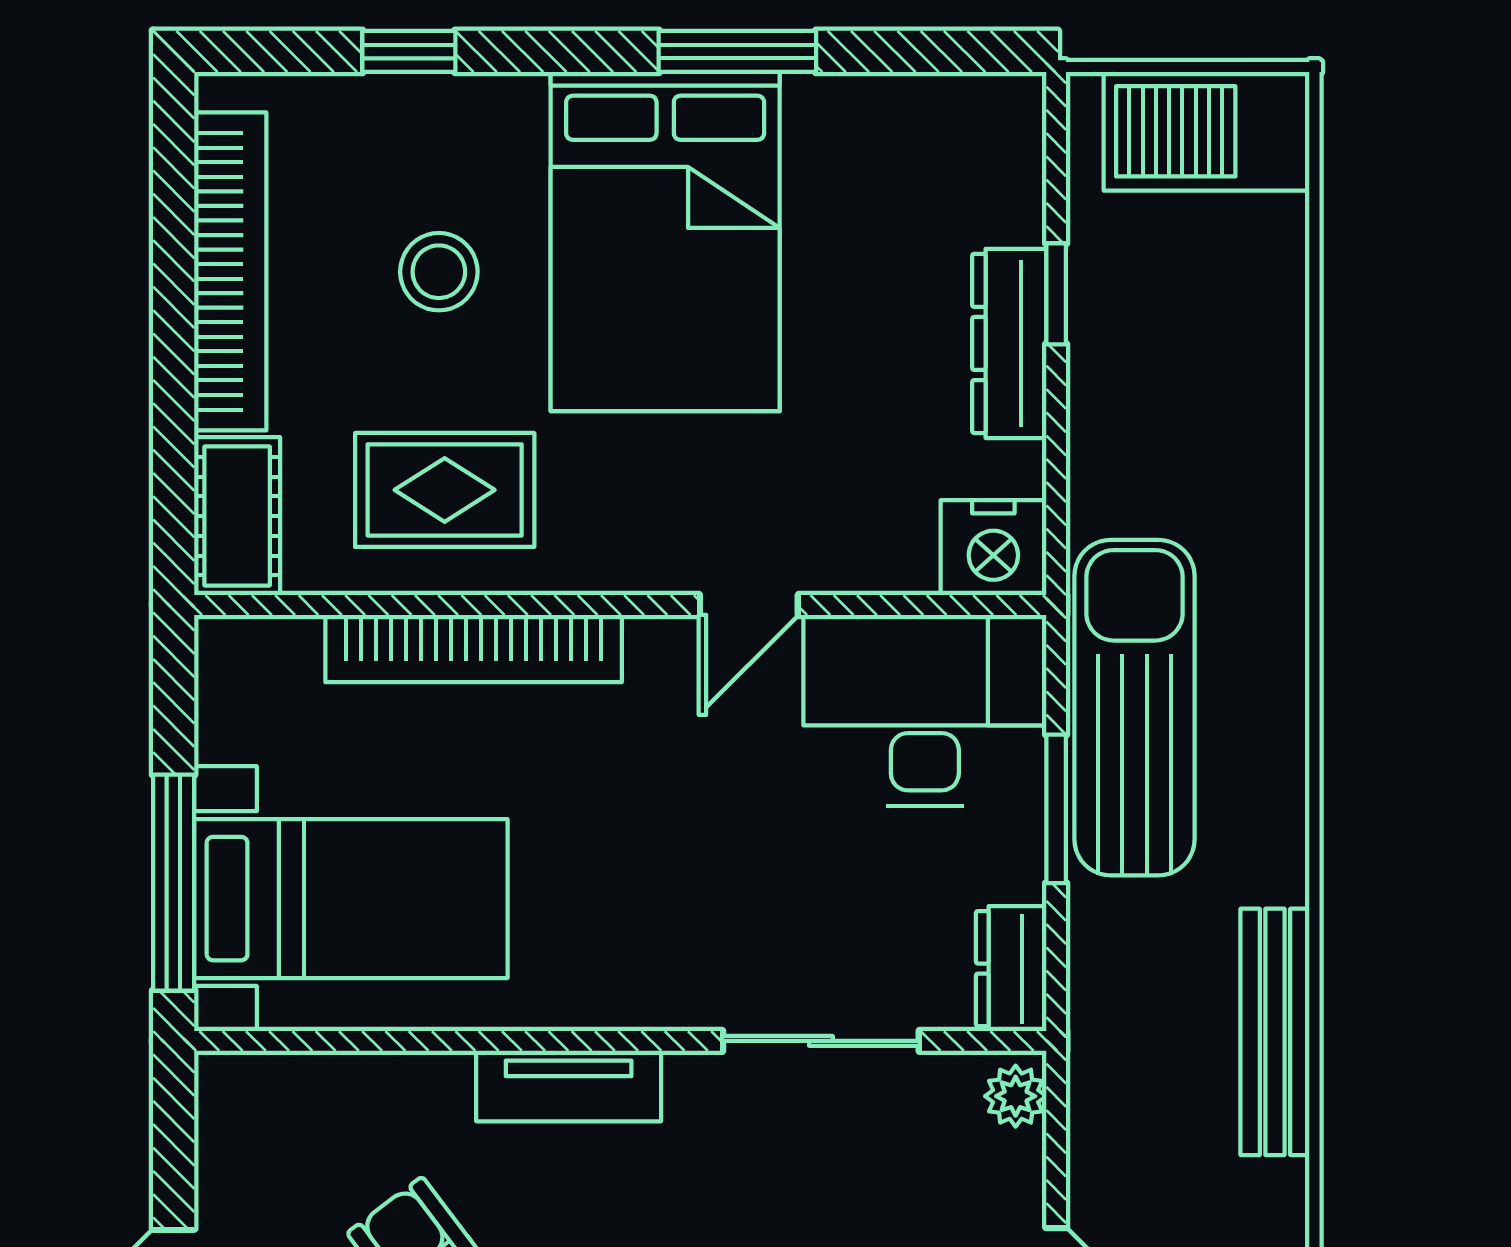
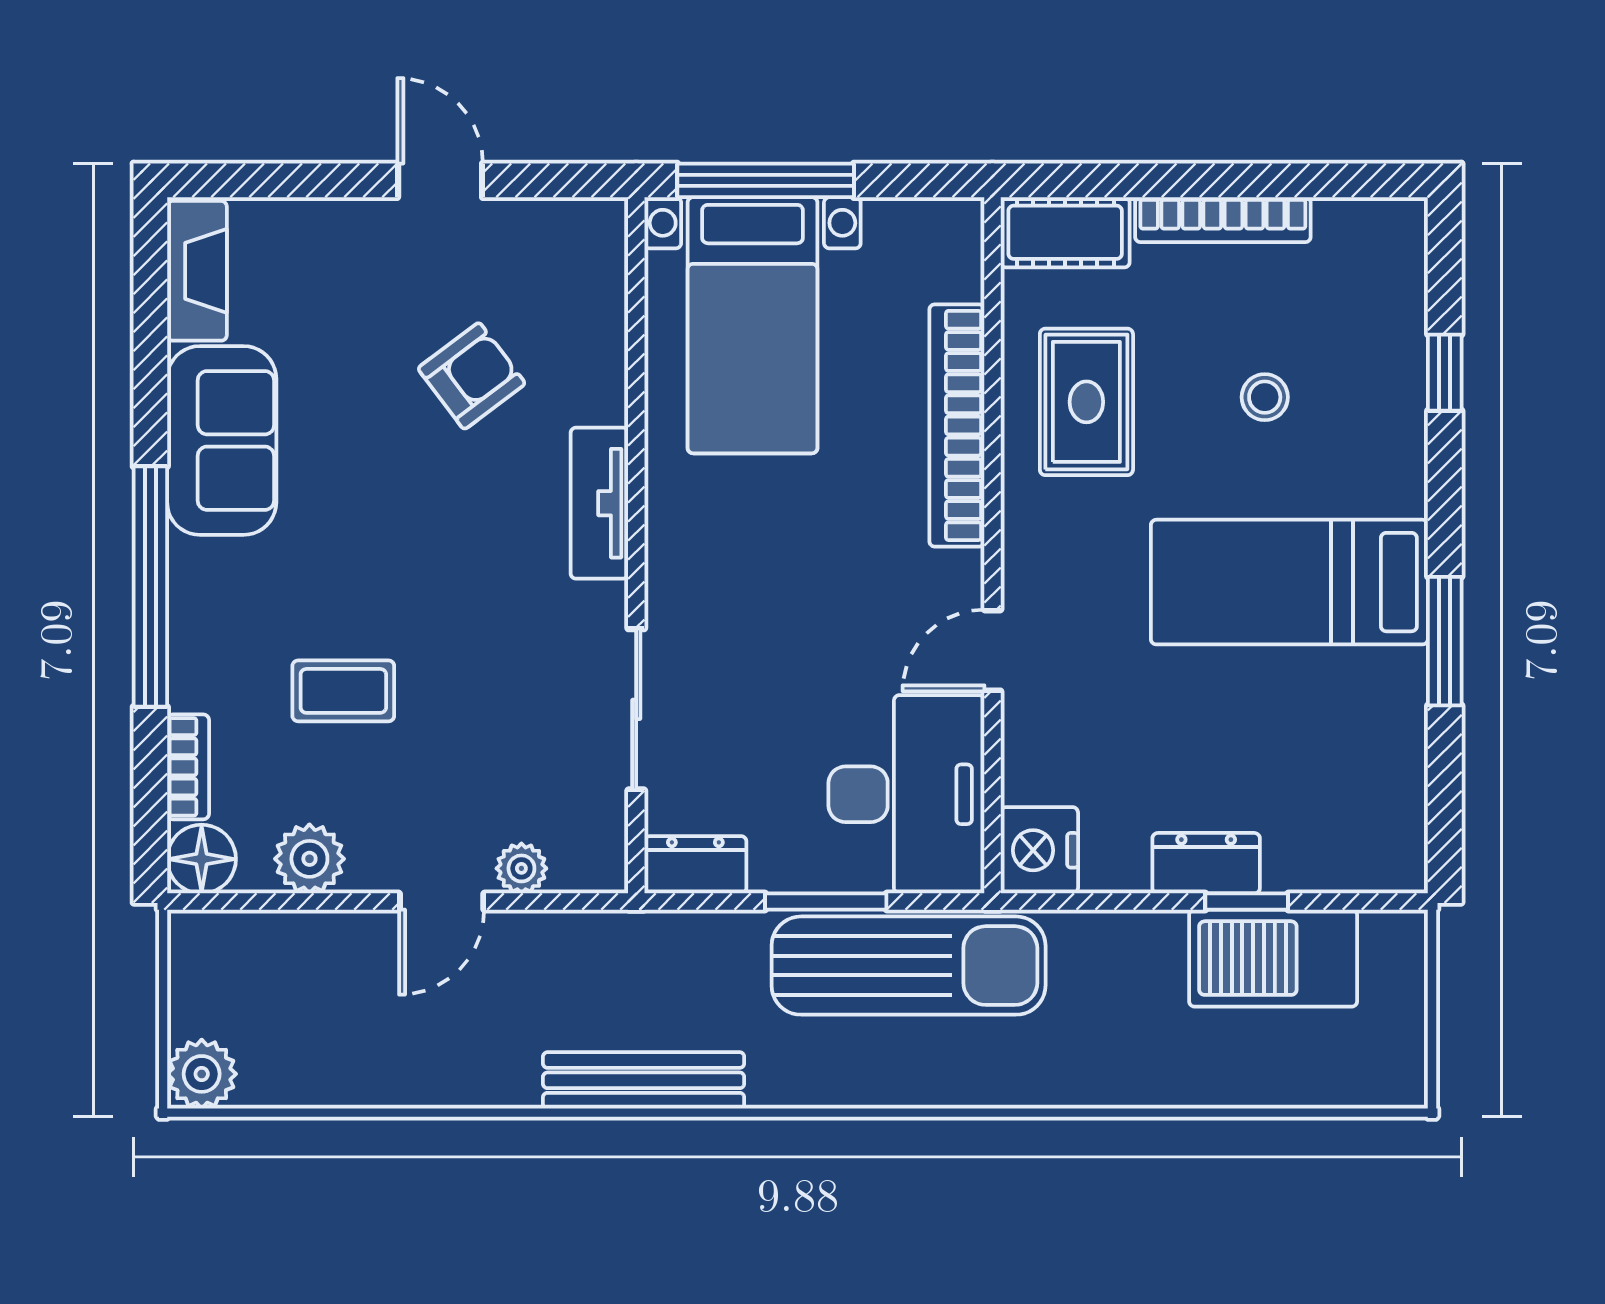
barbecue: (1207, 131) -> (1273, 958), moved, turned -90
bed: (665, 242) -> (1289, 582), width x0.67
bookcase: (230, 271) -> (1223, 220), width x0.68, depth x0.76
stool: (439, 272) -> (1265, 397), width x0.73, depth x0.73
dresser: (1009, 343) -> (1206, 863), width x0.70
door: (749, 605) -> (992, 650), hinge flipped
plant: (1016, 1096) -> (521, 868), moved

